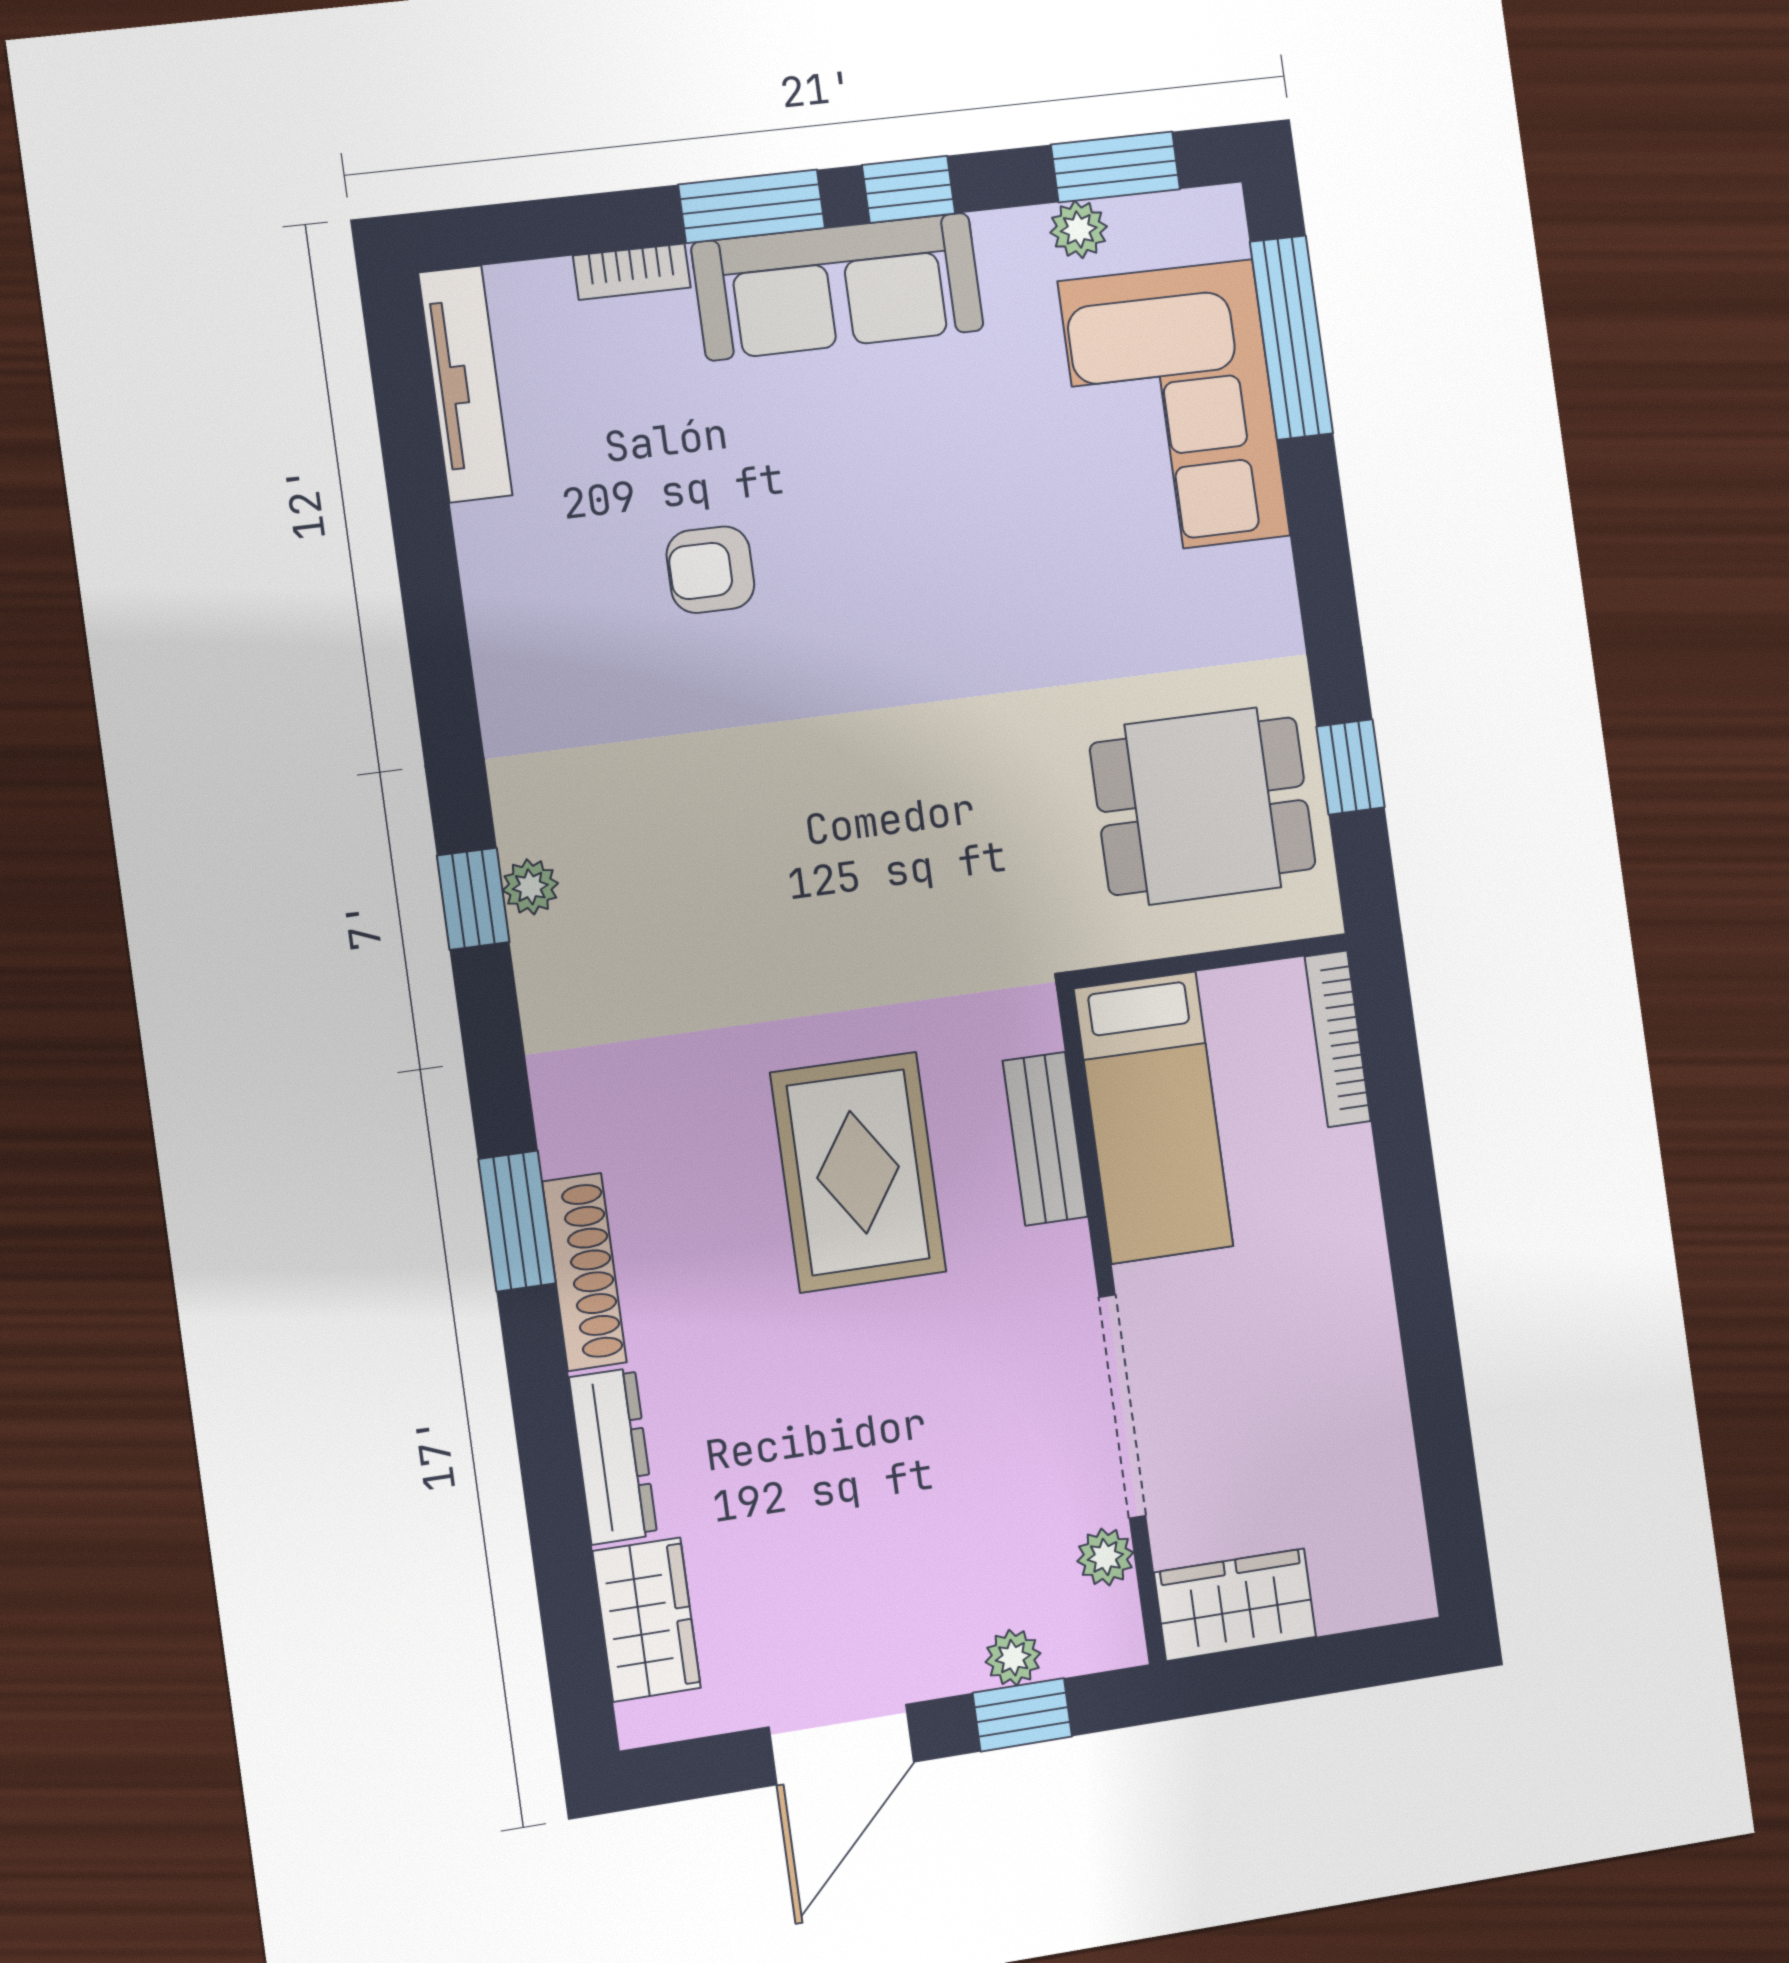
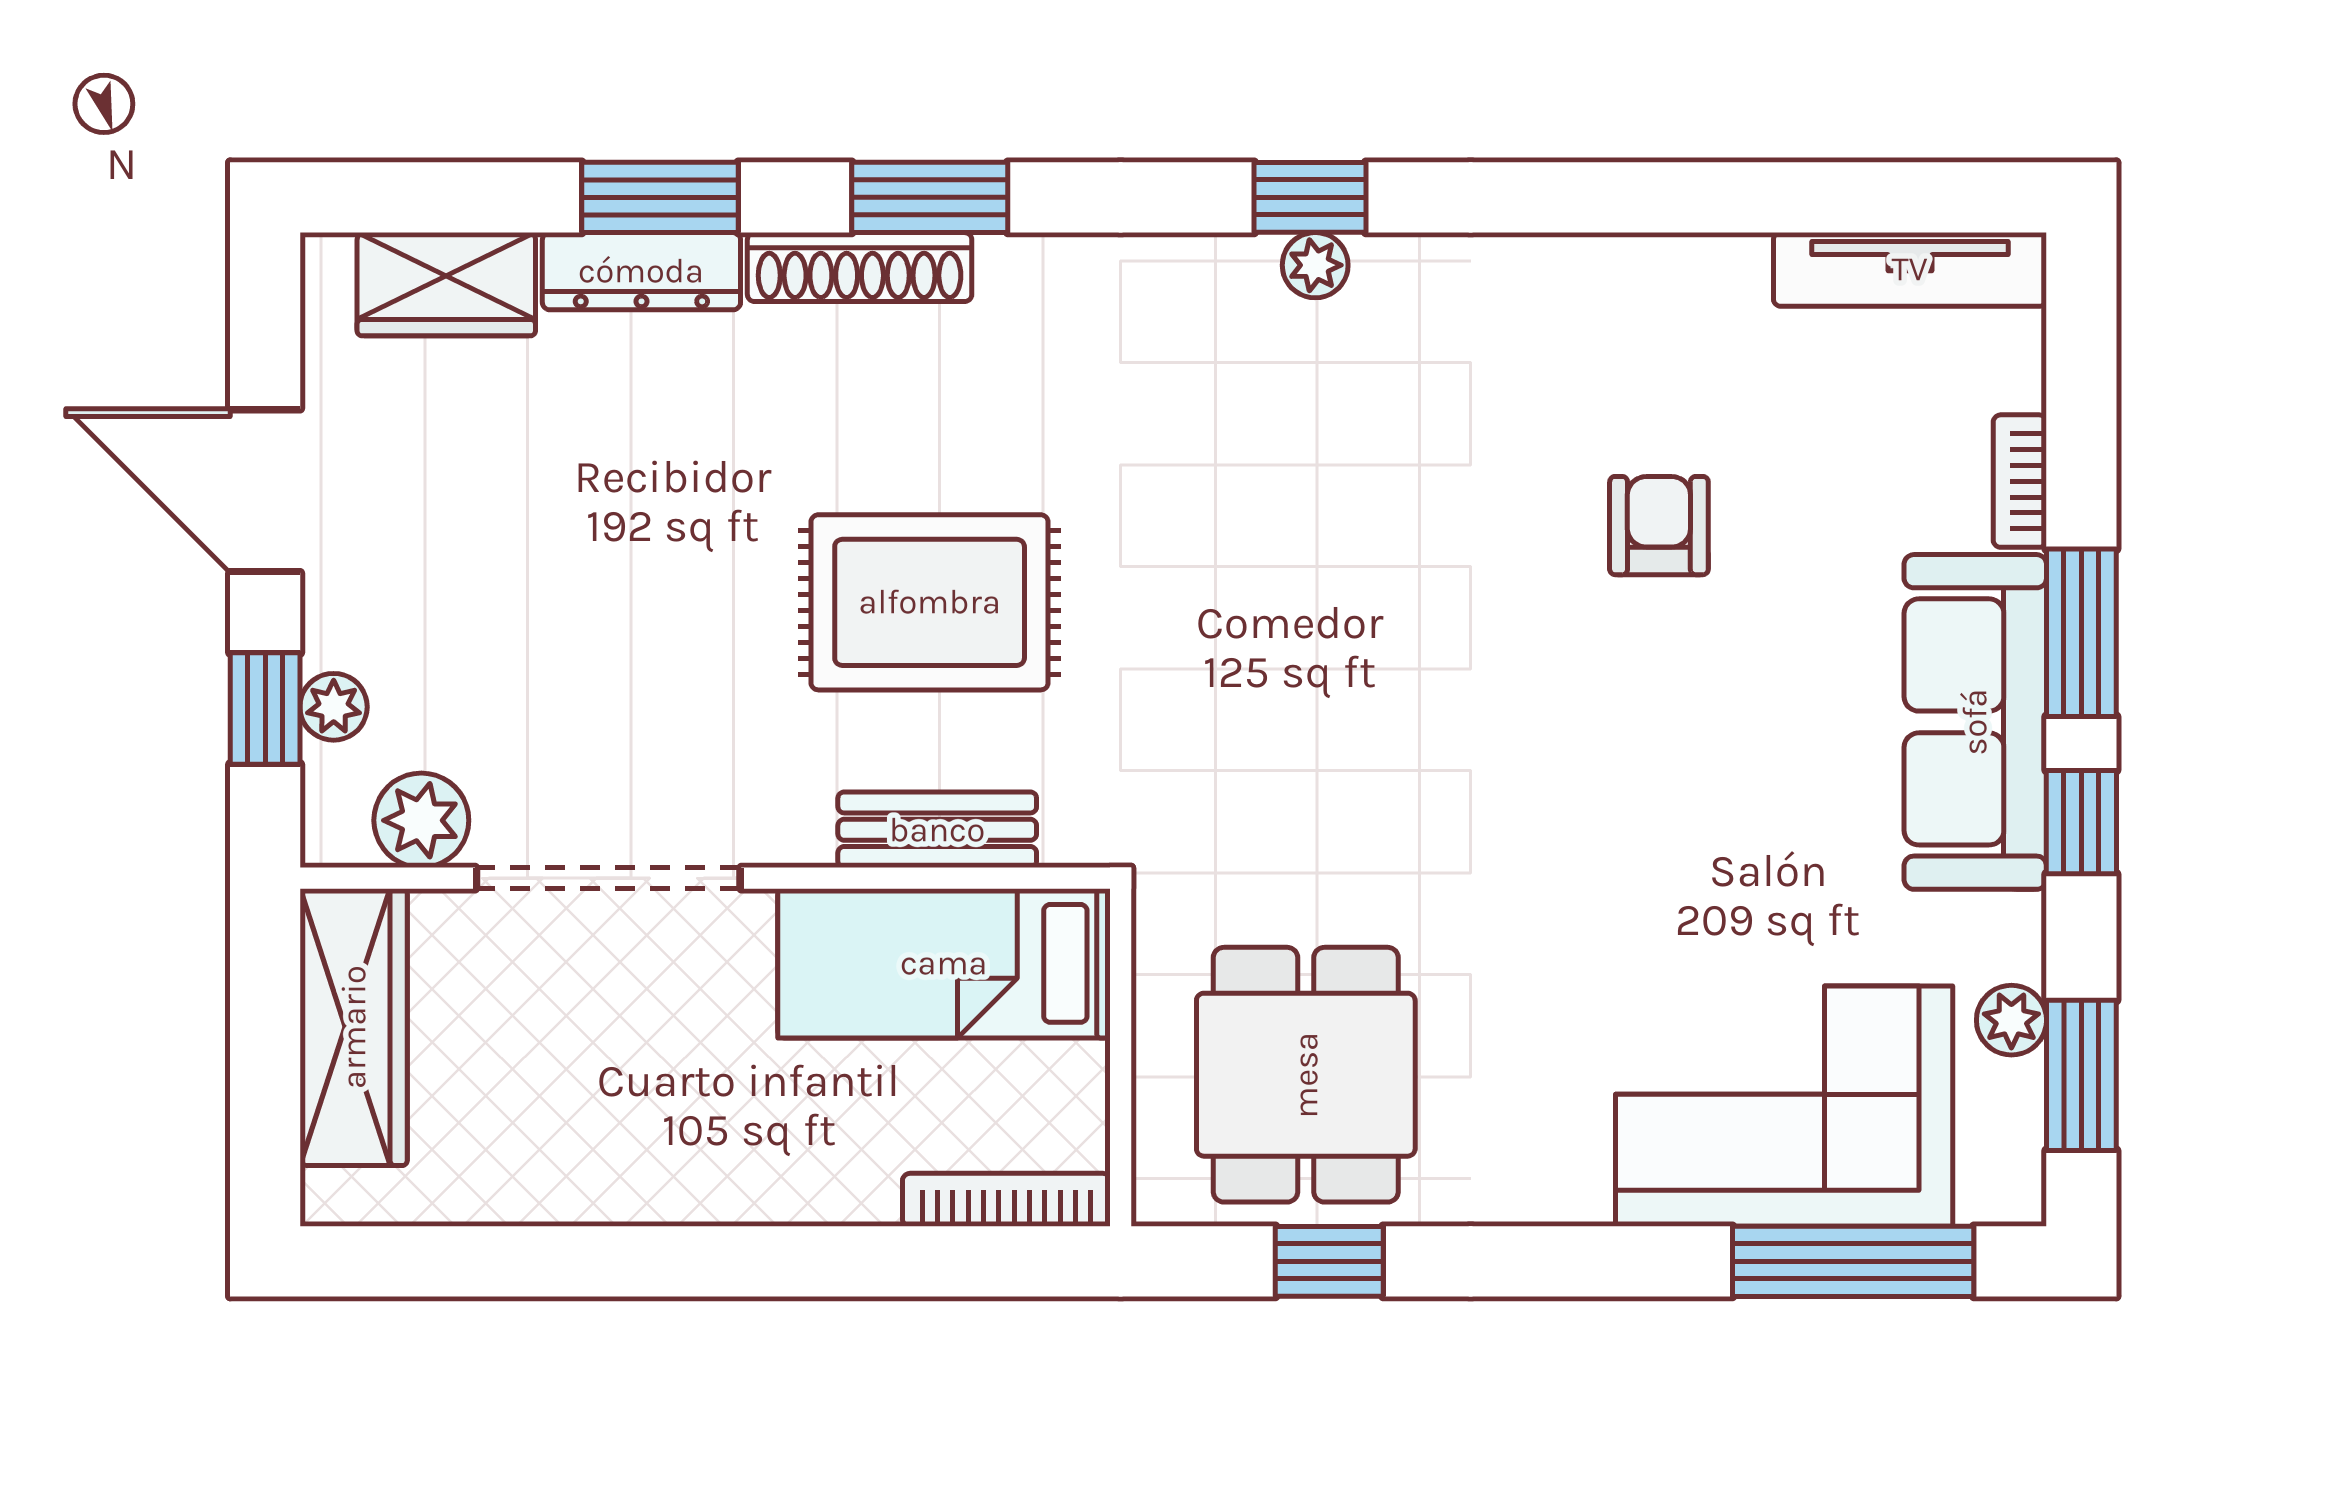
window: (548, 1450) -> (660, 197), added
plant: (1105, 1557) -> (421, 820), width x1.38, depth x1.38
wardrobe: (1235, 1605) -> (354, 1027), width x1.50

